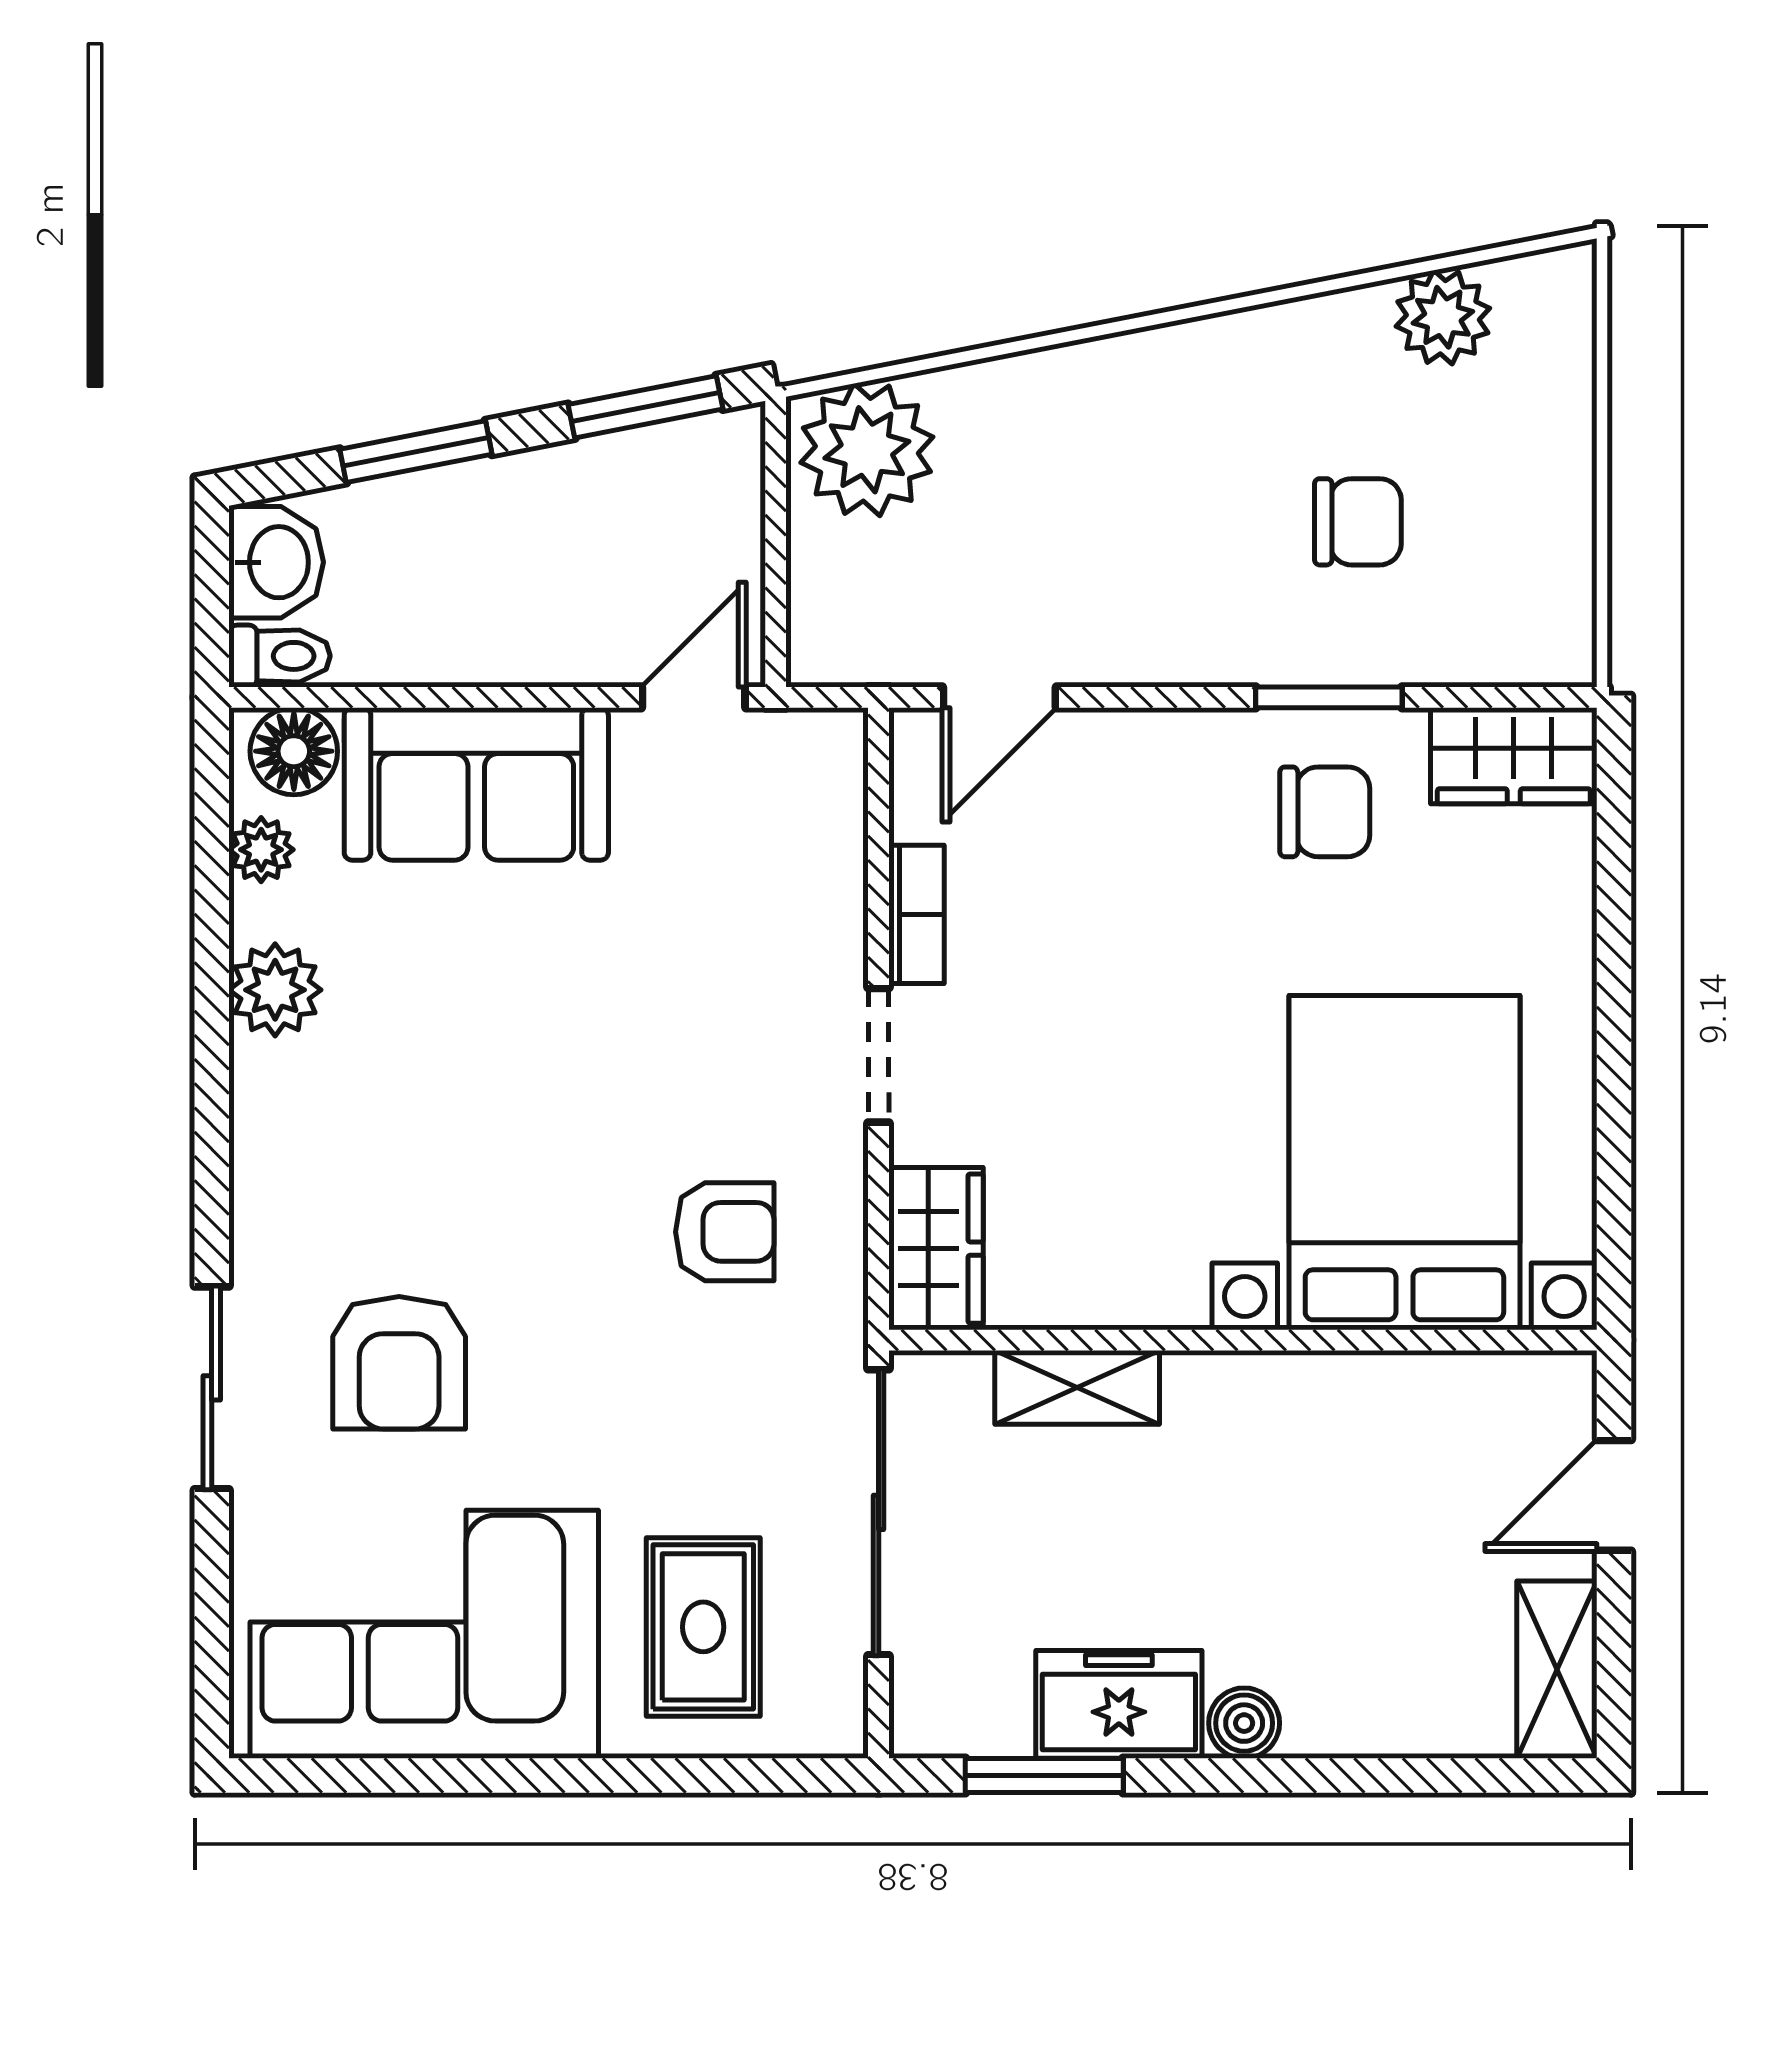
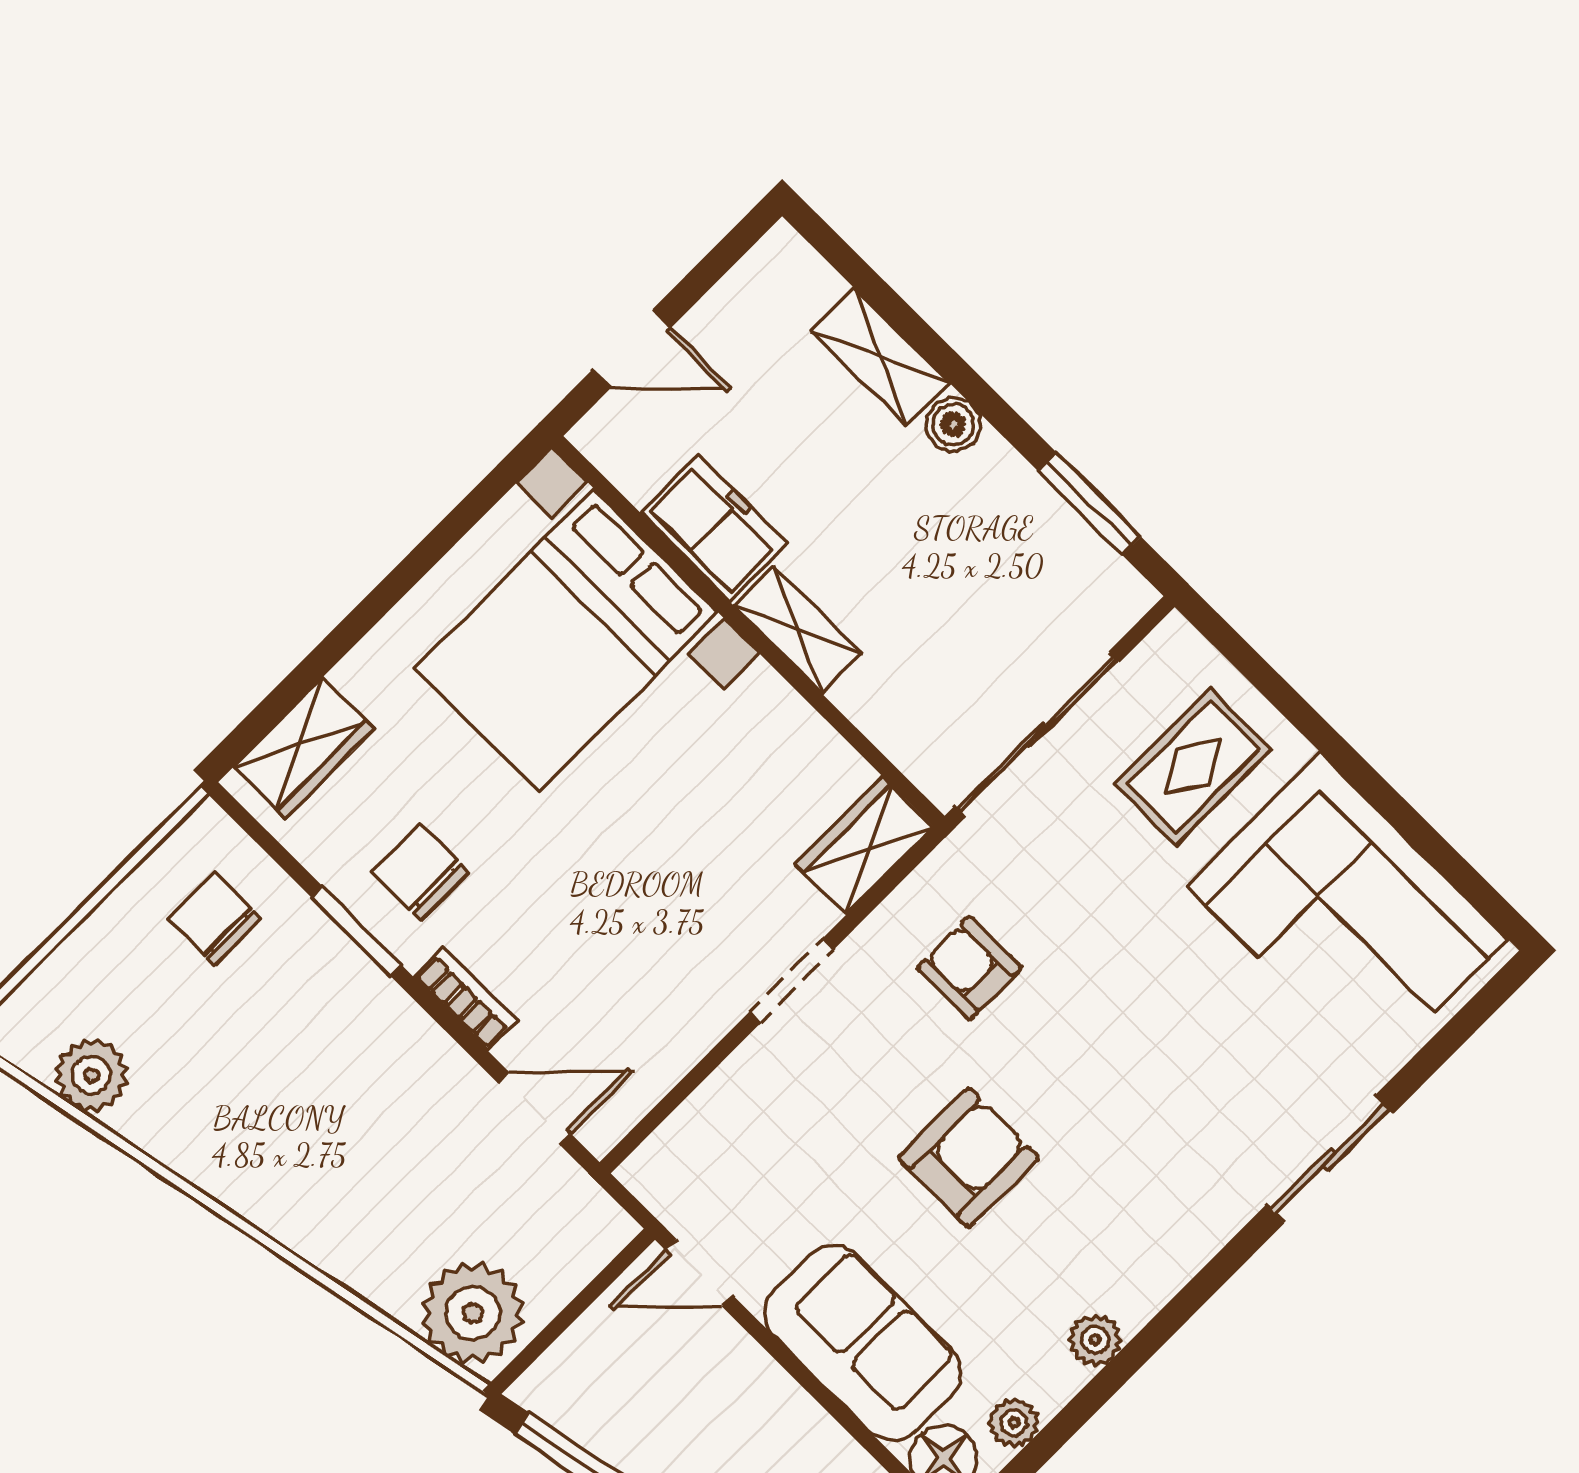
chair: (1358, 522) -> (215, 919), moved
wardrobe: (1514, 756) -> (304, 748), moved, turned 90
bookcase: (917, 914) -> (465, 999), moved, turned 90
plant: (275, 990) -> (1095, 1340), width x0.73, depth x0.73
armchair: (399, 1363) -> (968, 1158), moved
shelving: (1077, 1387) -> (798, 630), moved
shelving: (1557, 1670) -> (880, 357), moved, turned 90
freezer: (1119, 1704) -> (714, 528), moved, turned 180

